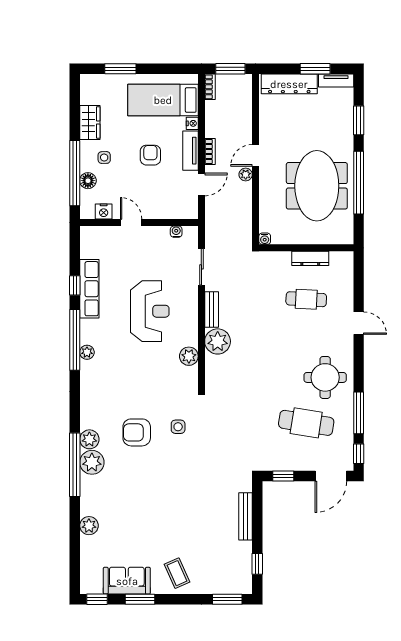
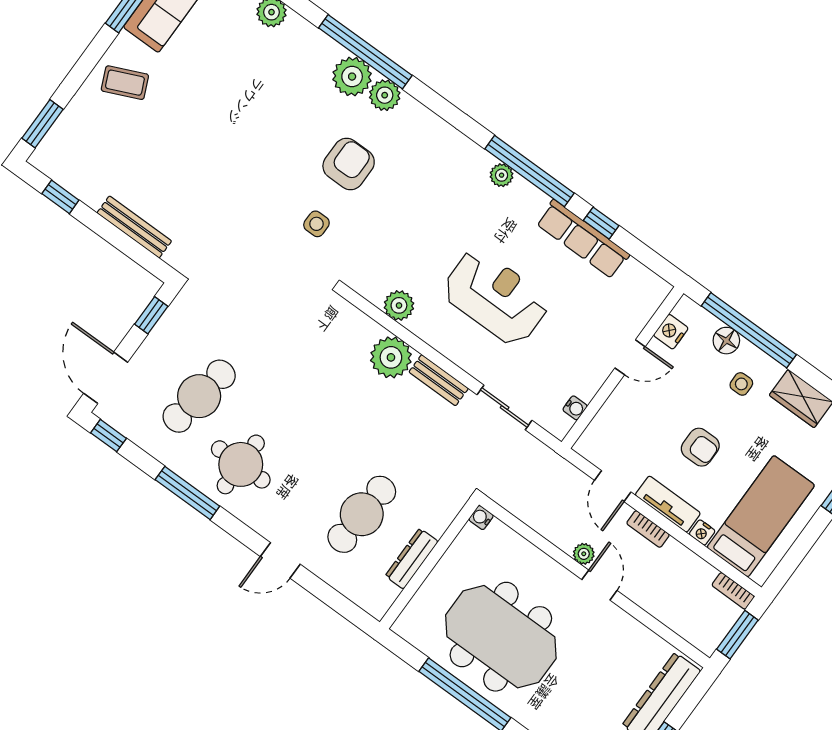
cafe table: (306, 299) -> (362, 514), width x1.37, depth x1.35
reception desk: (150, 311) -> (496, 297), turned 180
window: (359, 413) -> (187, 493), moved

